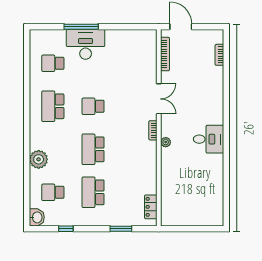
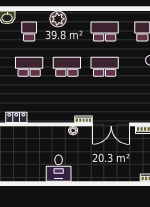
double door: (159, 99) -> (111, 124), width x1.37
school desk: (93, 106) -> (105, 67), width x1.85
desk: (209, 139) -> (59, 168), moved

